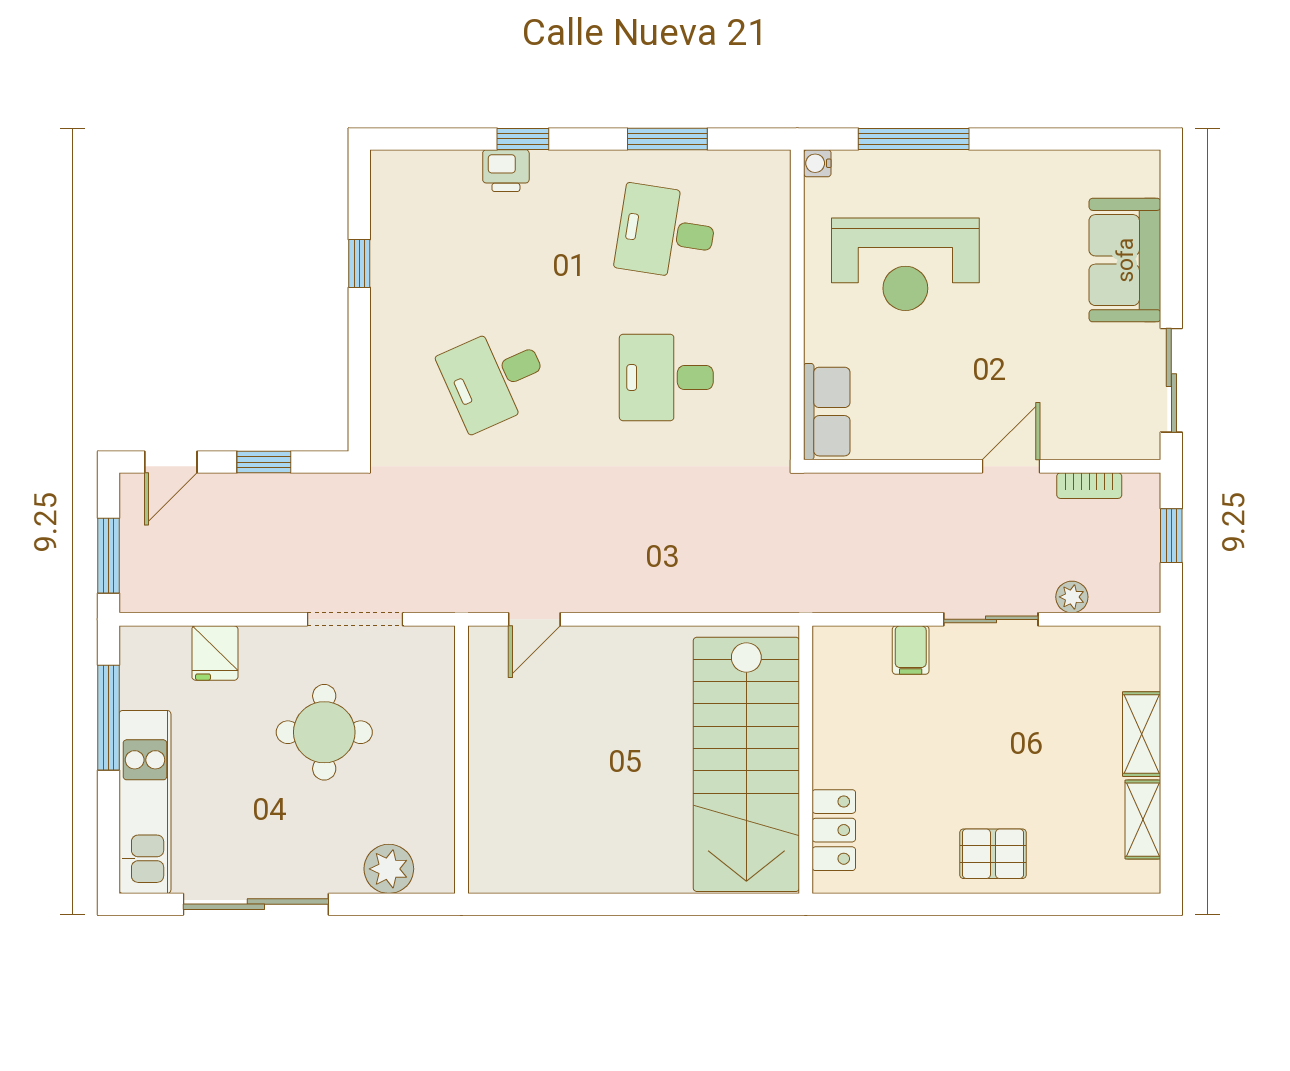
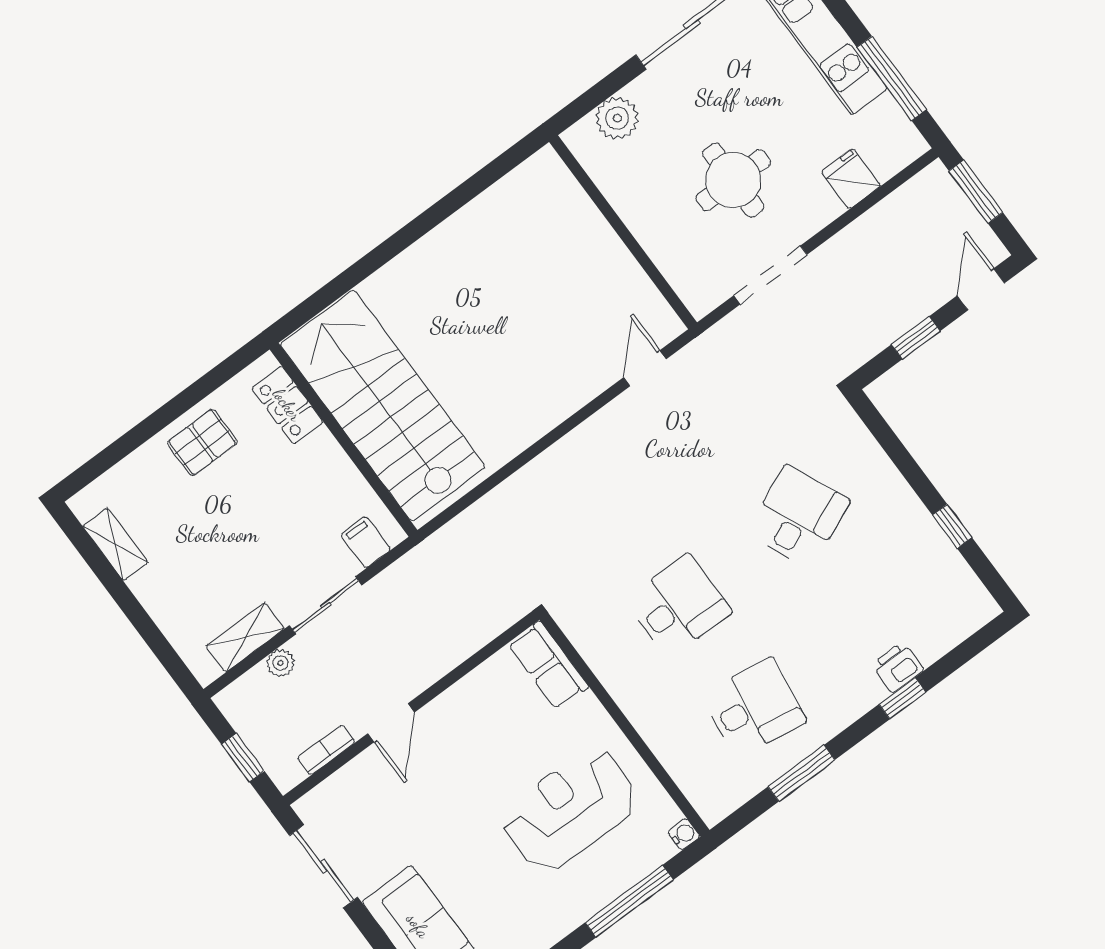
shelving: (1142, 734) -> (245, 637), moved, turned 90
wall: (806, 760) -> (344, 440), moved
stairs: (746, 764) -> (383, 406), moved
locker: (834, 830) -> (287, 405), moved

